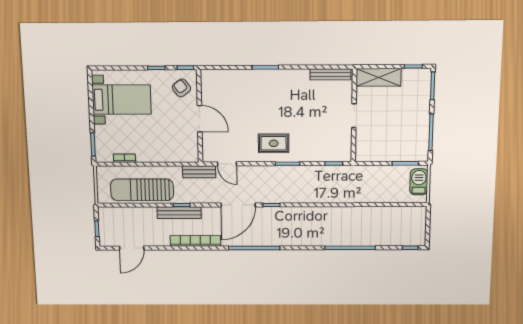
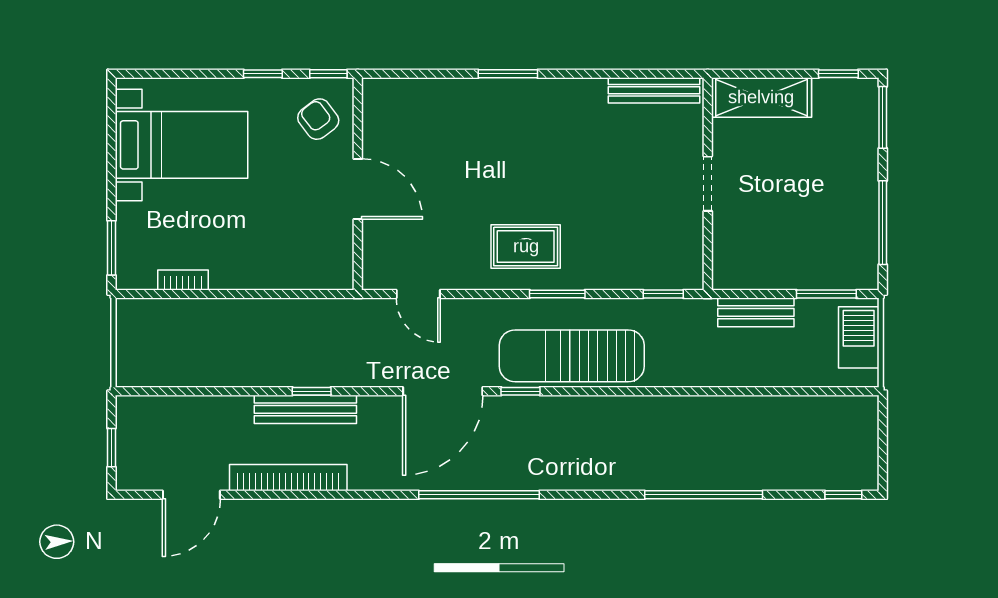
bench: (199, 172) -> (756, 312), moved
sun lounger: (142, 190) -> (572, 356), moved
bookcase: (195, 241) -> (288, 478), moved

